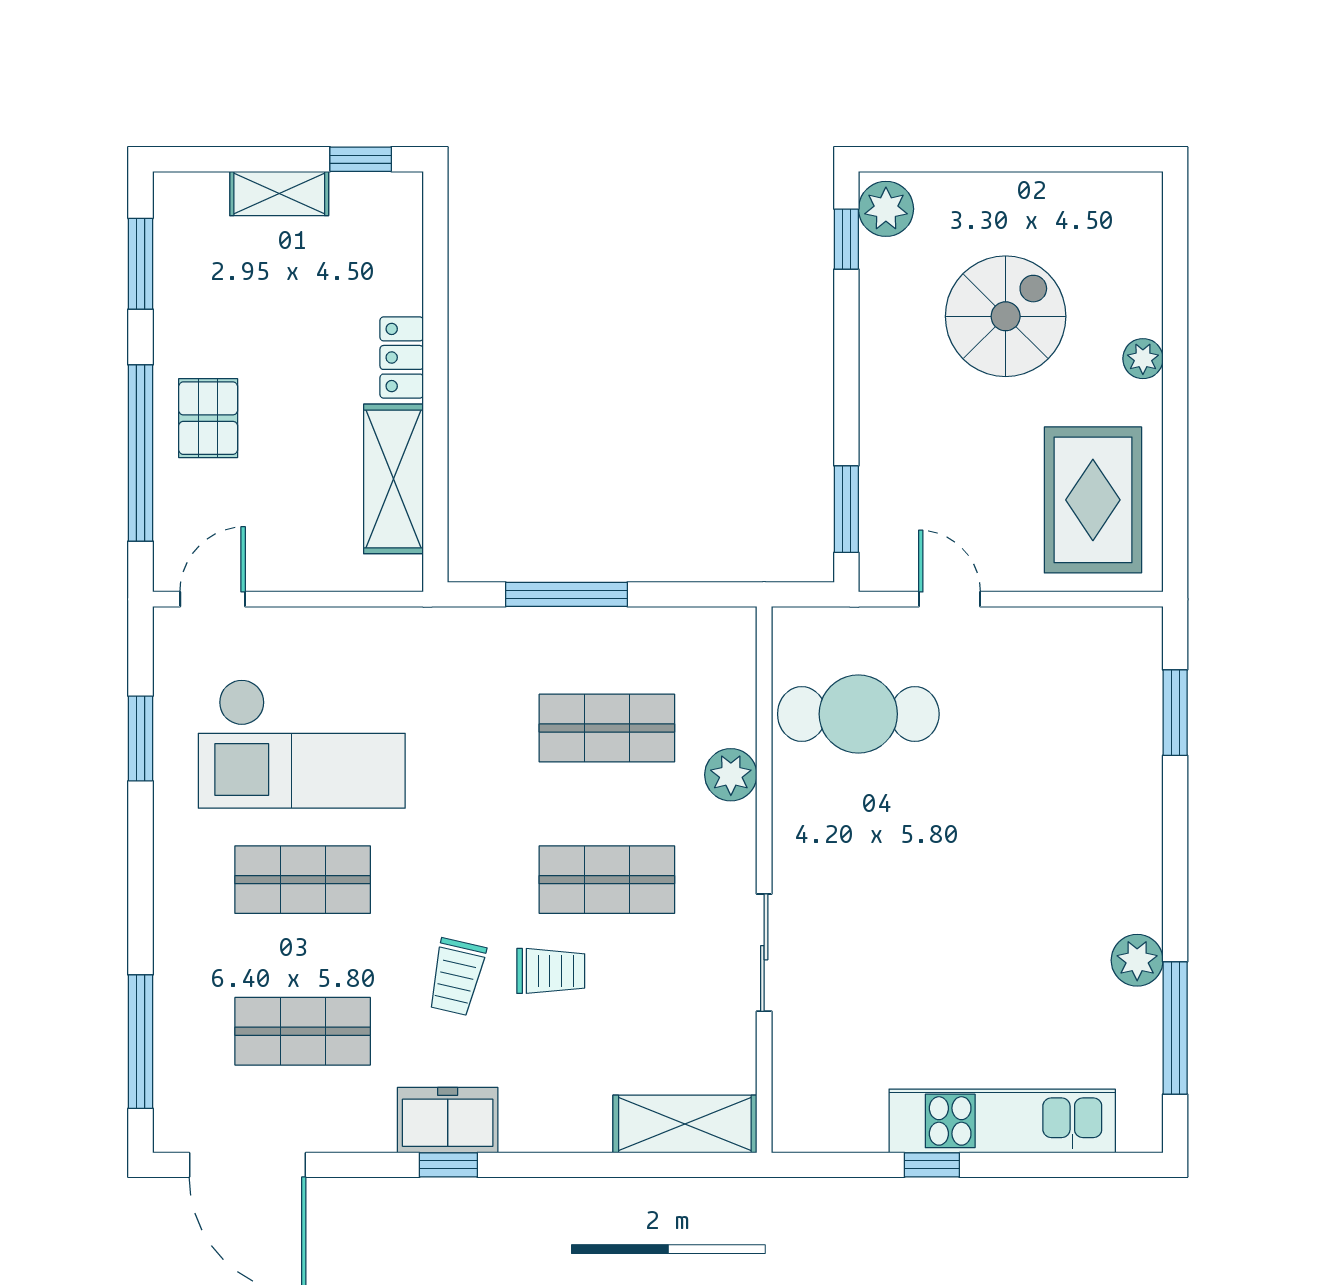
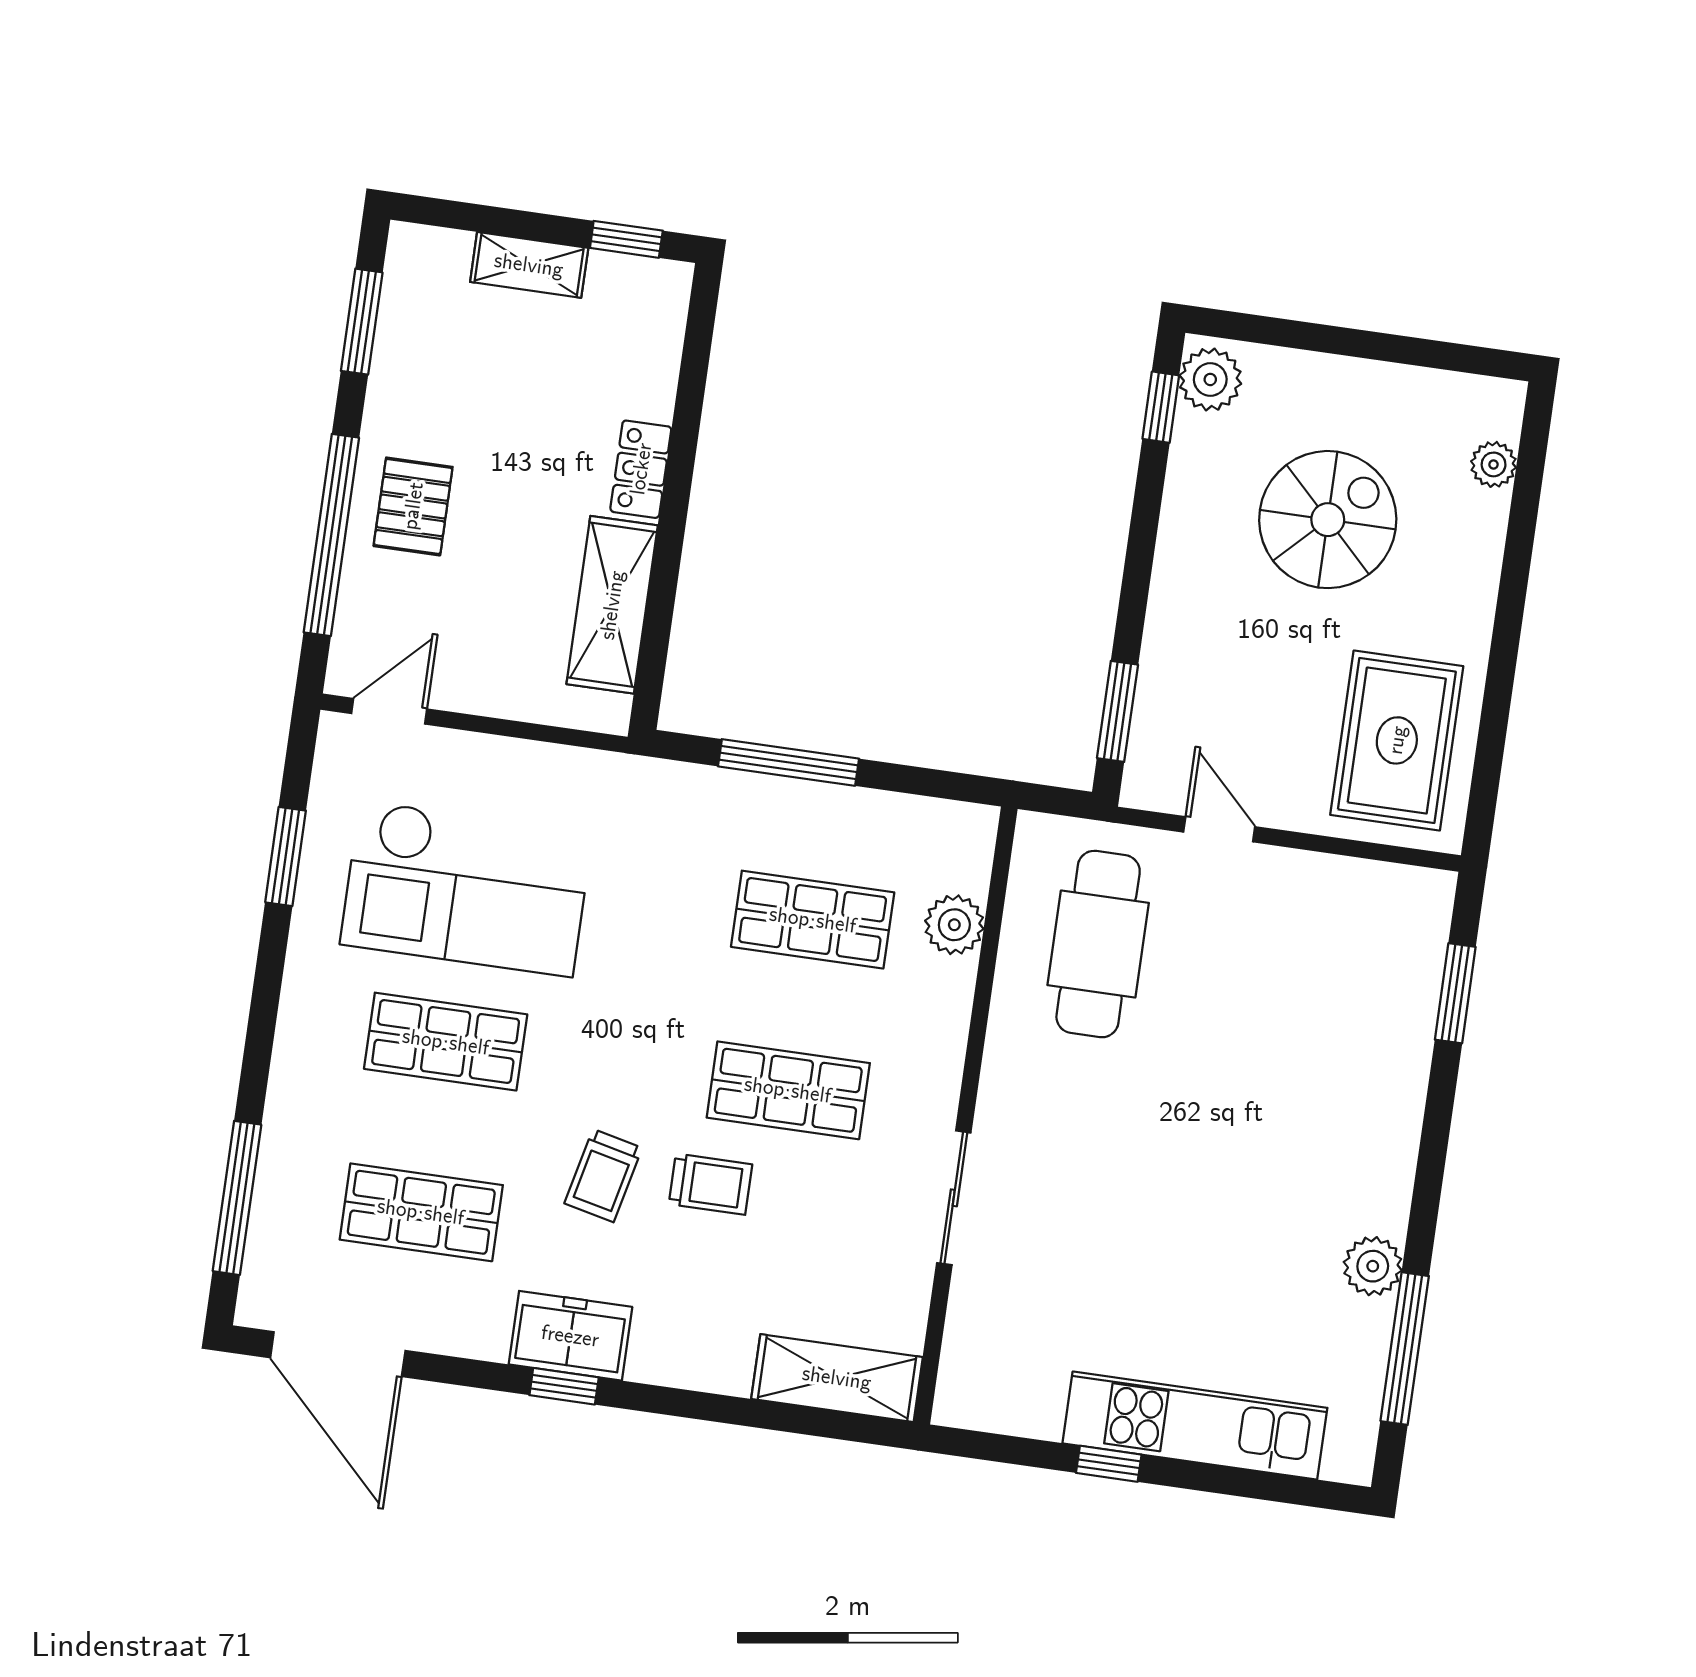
plant: (1143, 359) -> (1494, 464), moved
cafe table: (858, 714) -> (1098, 944), turned 90
plant: (731, 775) -> (954, 925), moved

